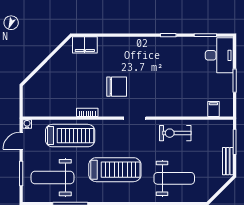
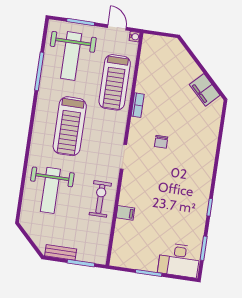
filing cabinet: (85, 45) -> (205, 90), moved, turned -45
chair: (117, 87) -> (161, 142), width x0.54, depth x0.54
filing cabinet: (213, 109) -> (125, 213), moved
weight bench: (52, 178) -> (71, 56), turned 180

